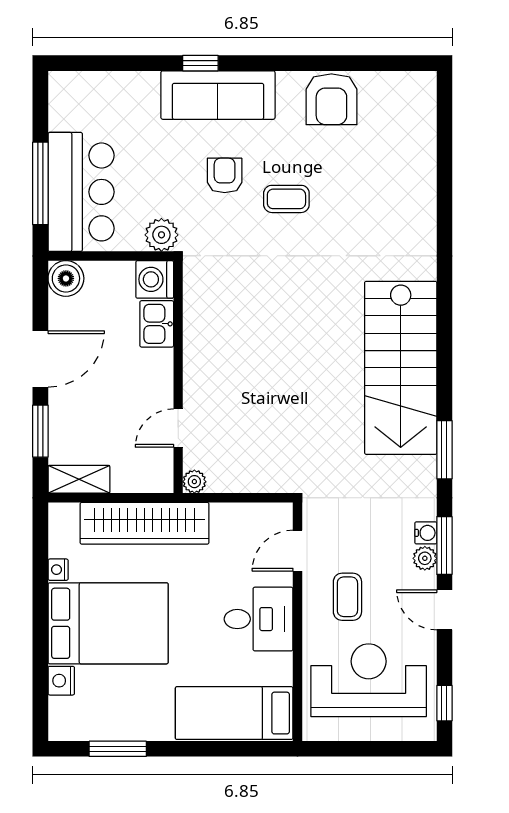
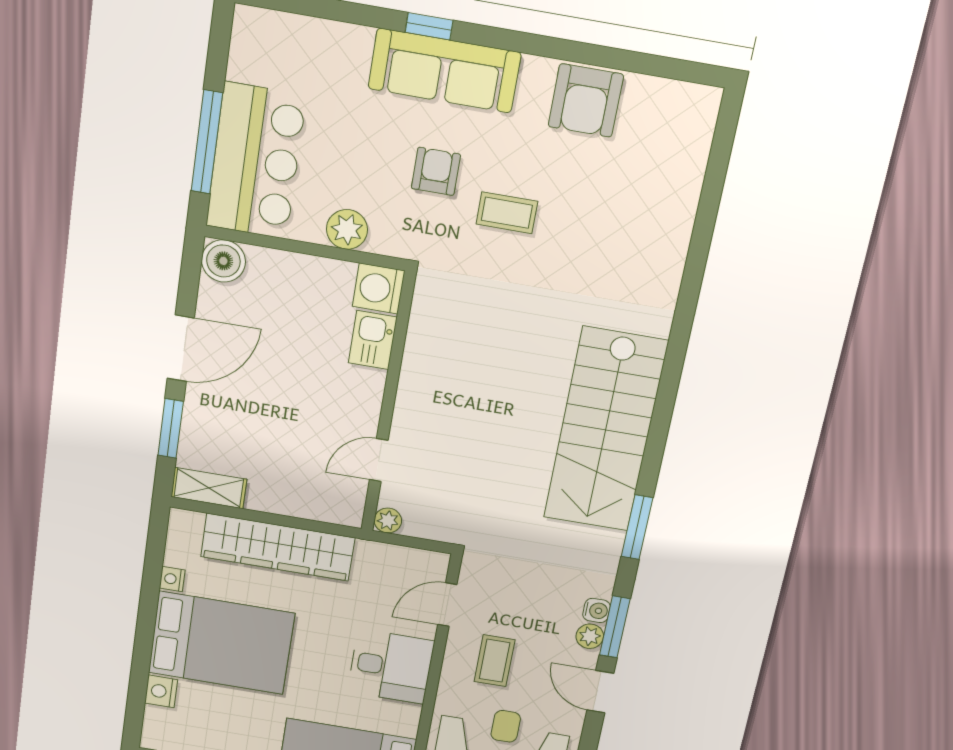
washing machine: (155, 279) -> (379, 288), moved
kitchen sink: (157, 324) -> (373, 340), moved
wall: (178, 377) -> (388, 404), moved
door: (178, 428) -> (379, 460), moved
plant: (194, 482) -> (388, 520), moved

